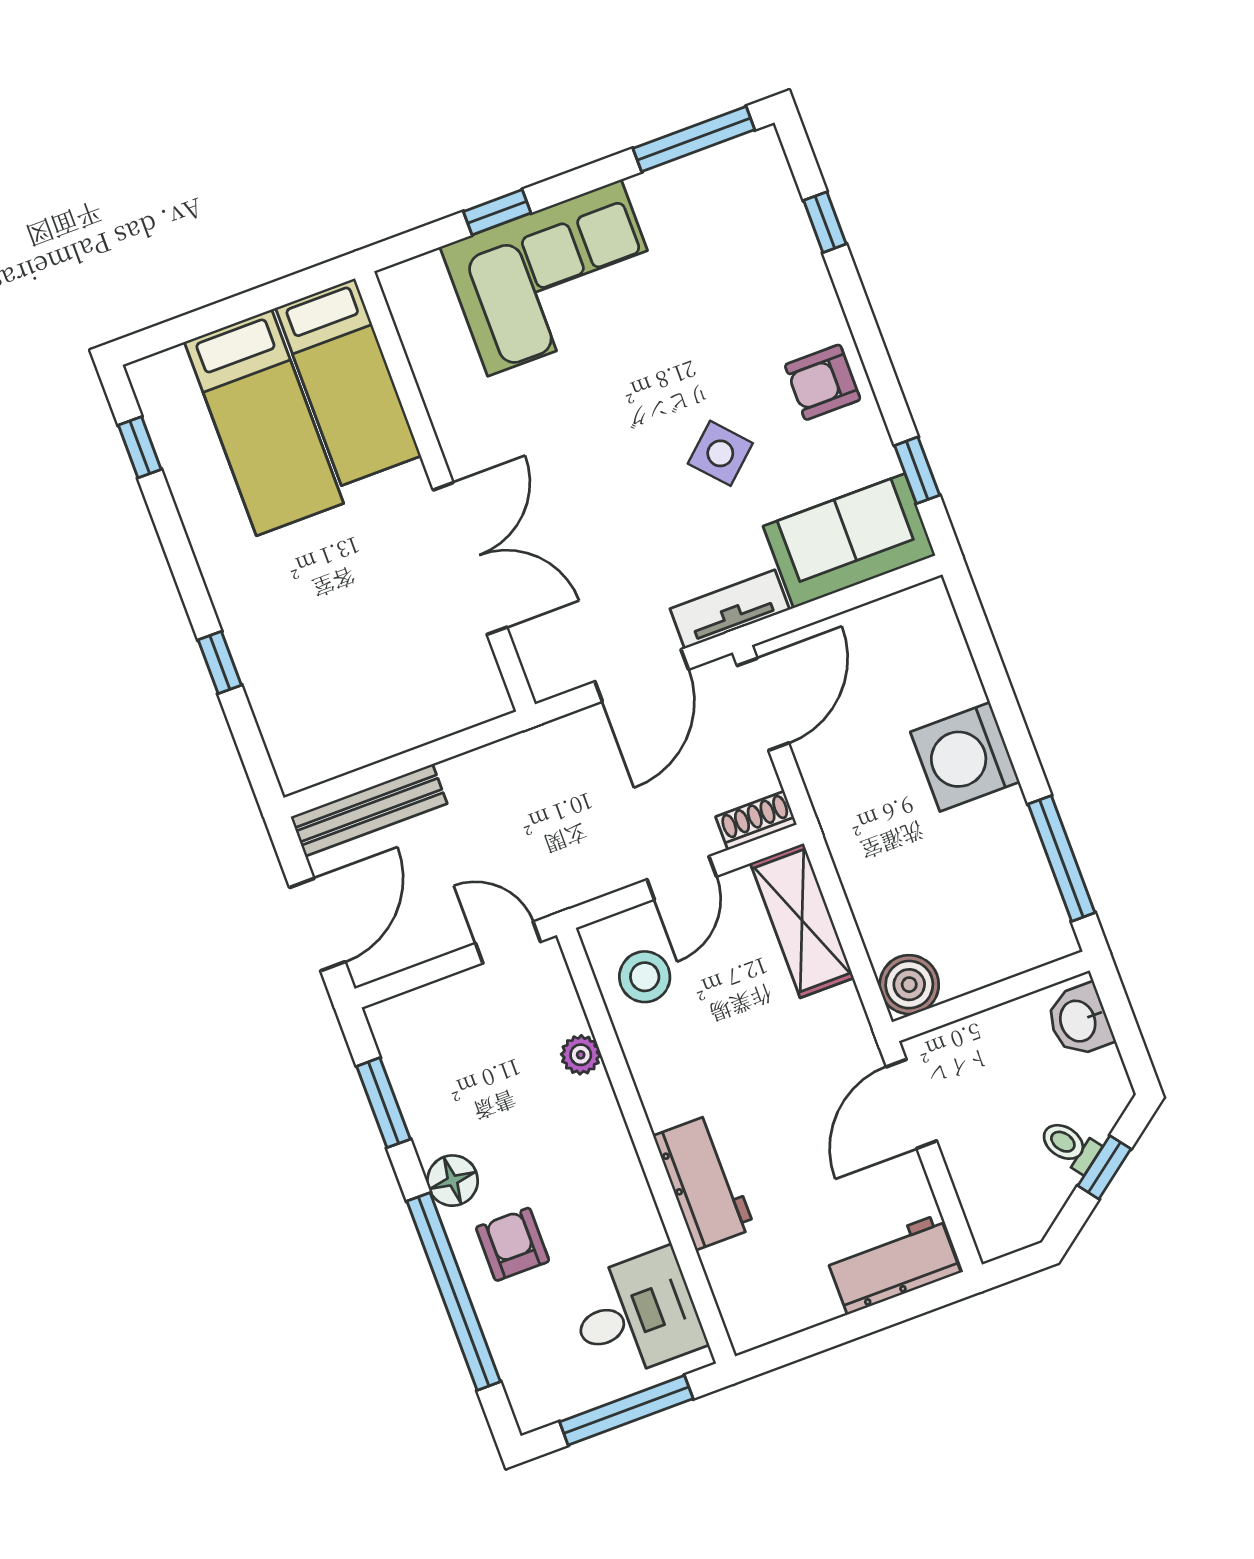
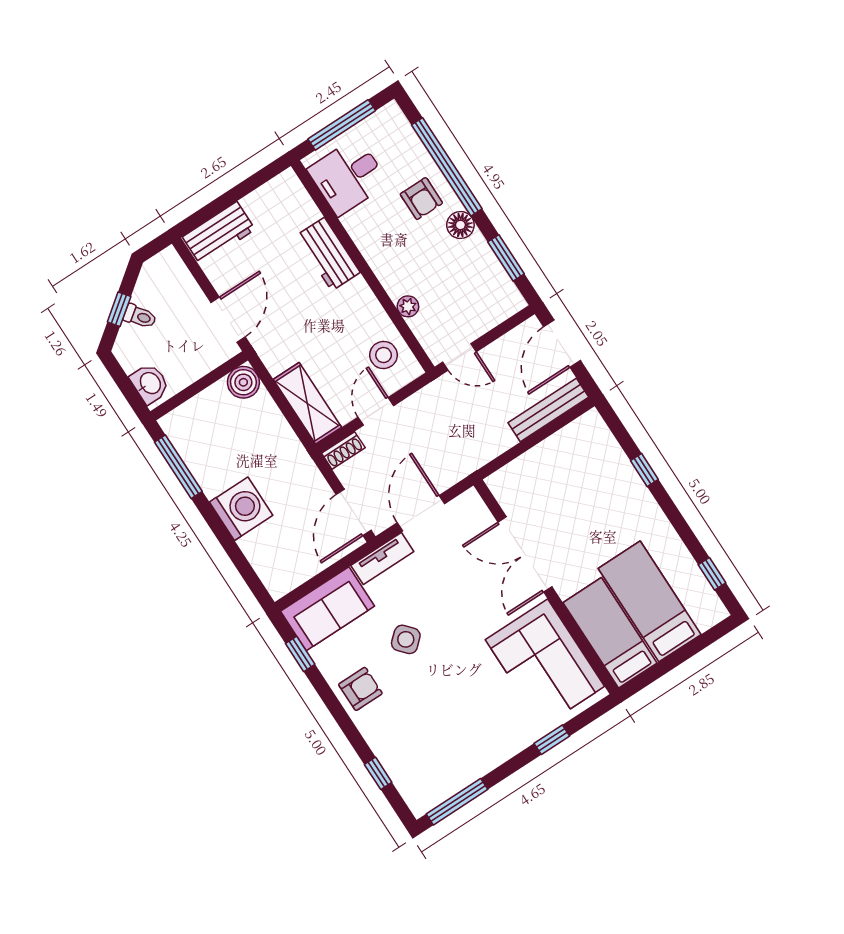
corner sofa: (554, 278) -> (545, 663), moved, turned -90

